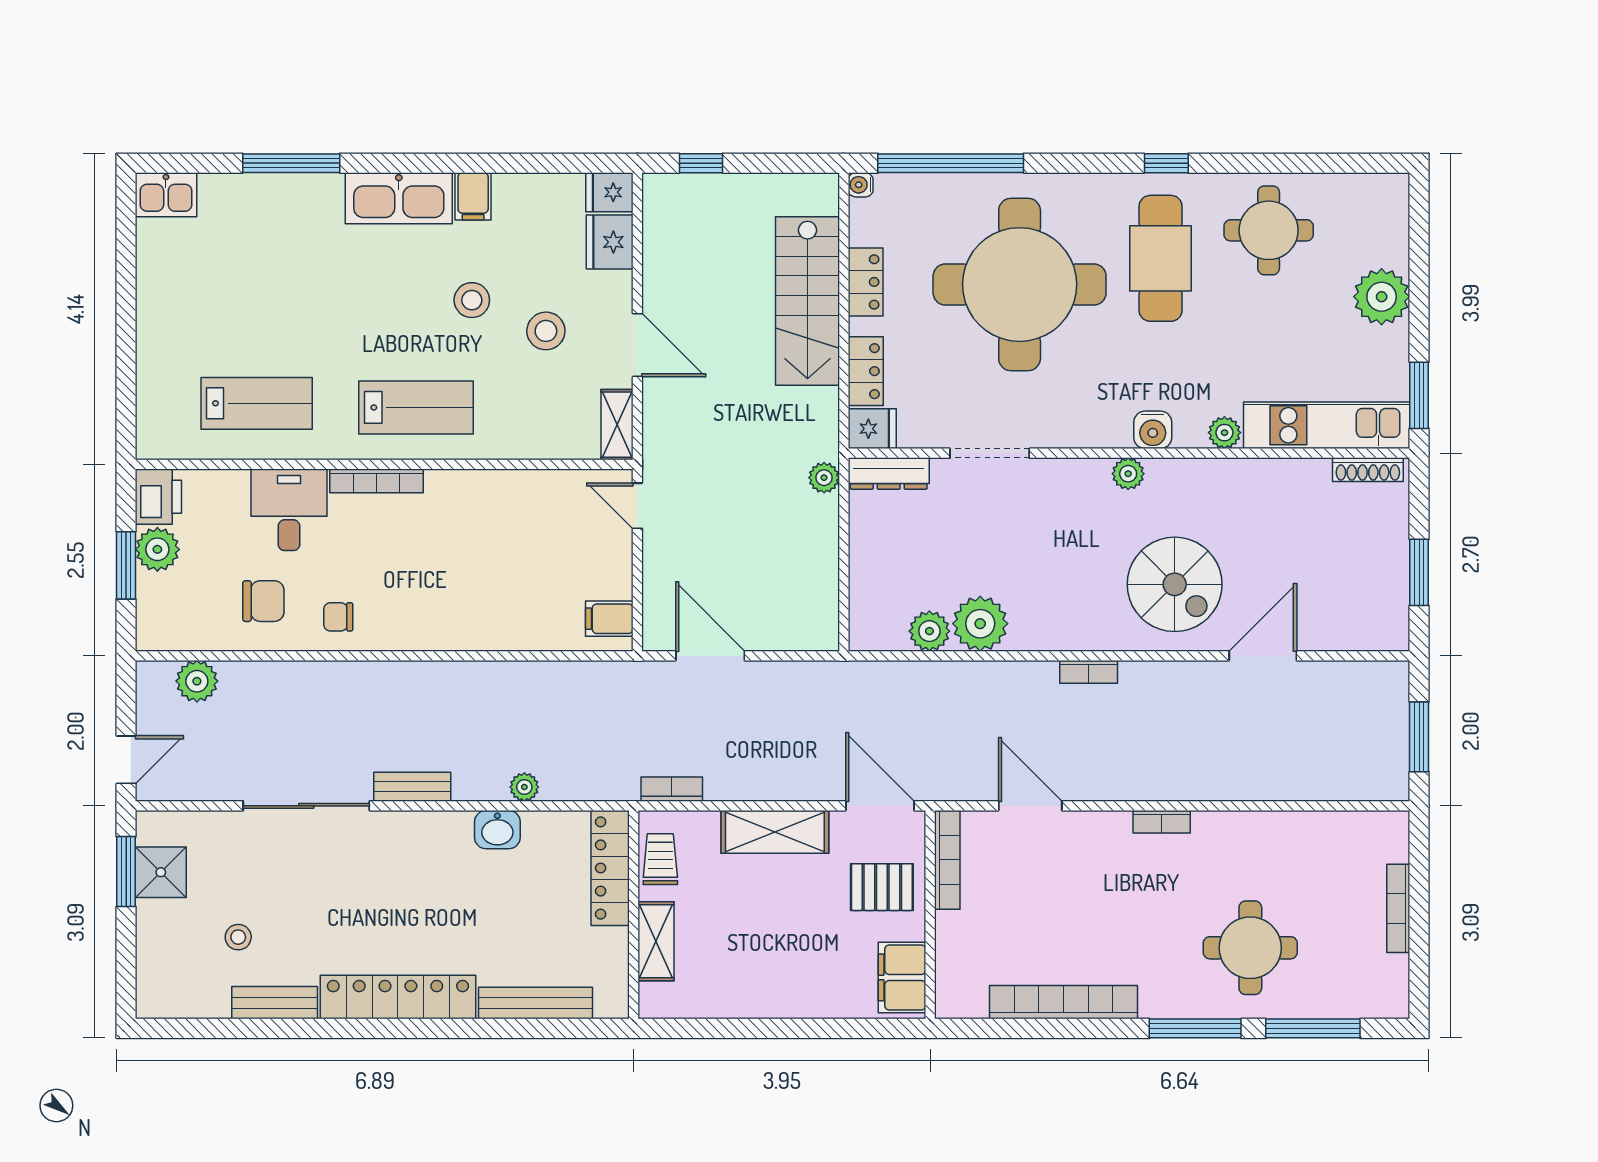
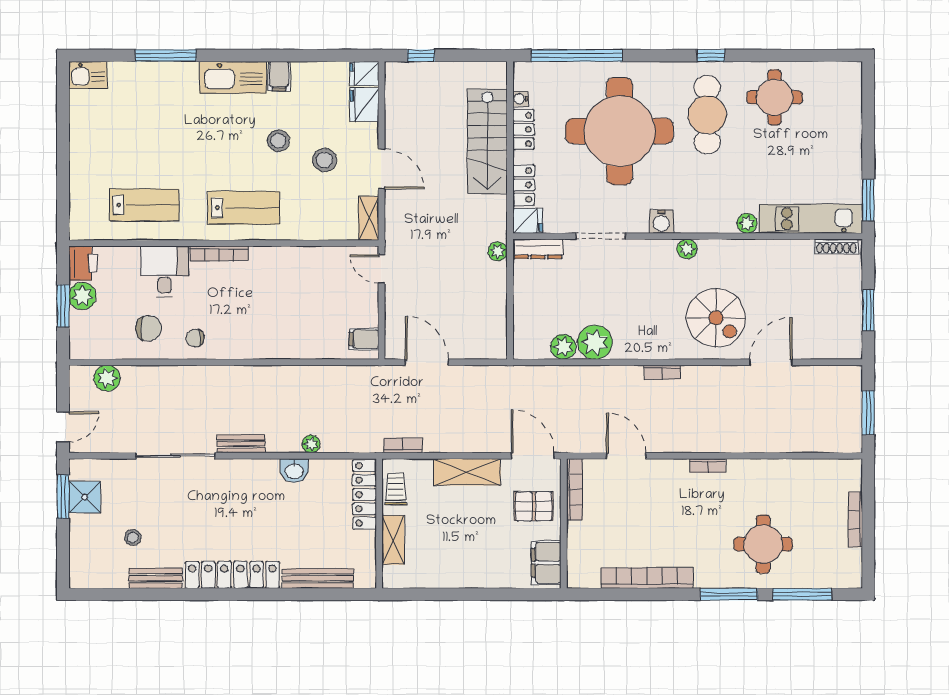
water cooler: (861, 185) -> (520, 99), moved
plant: (1382, 297) -> (845, 139), removed
water cooler: (1153, 430) -> (661, 222), moved

